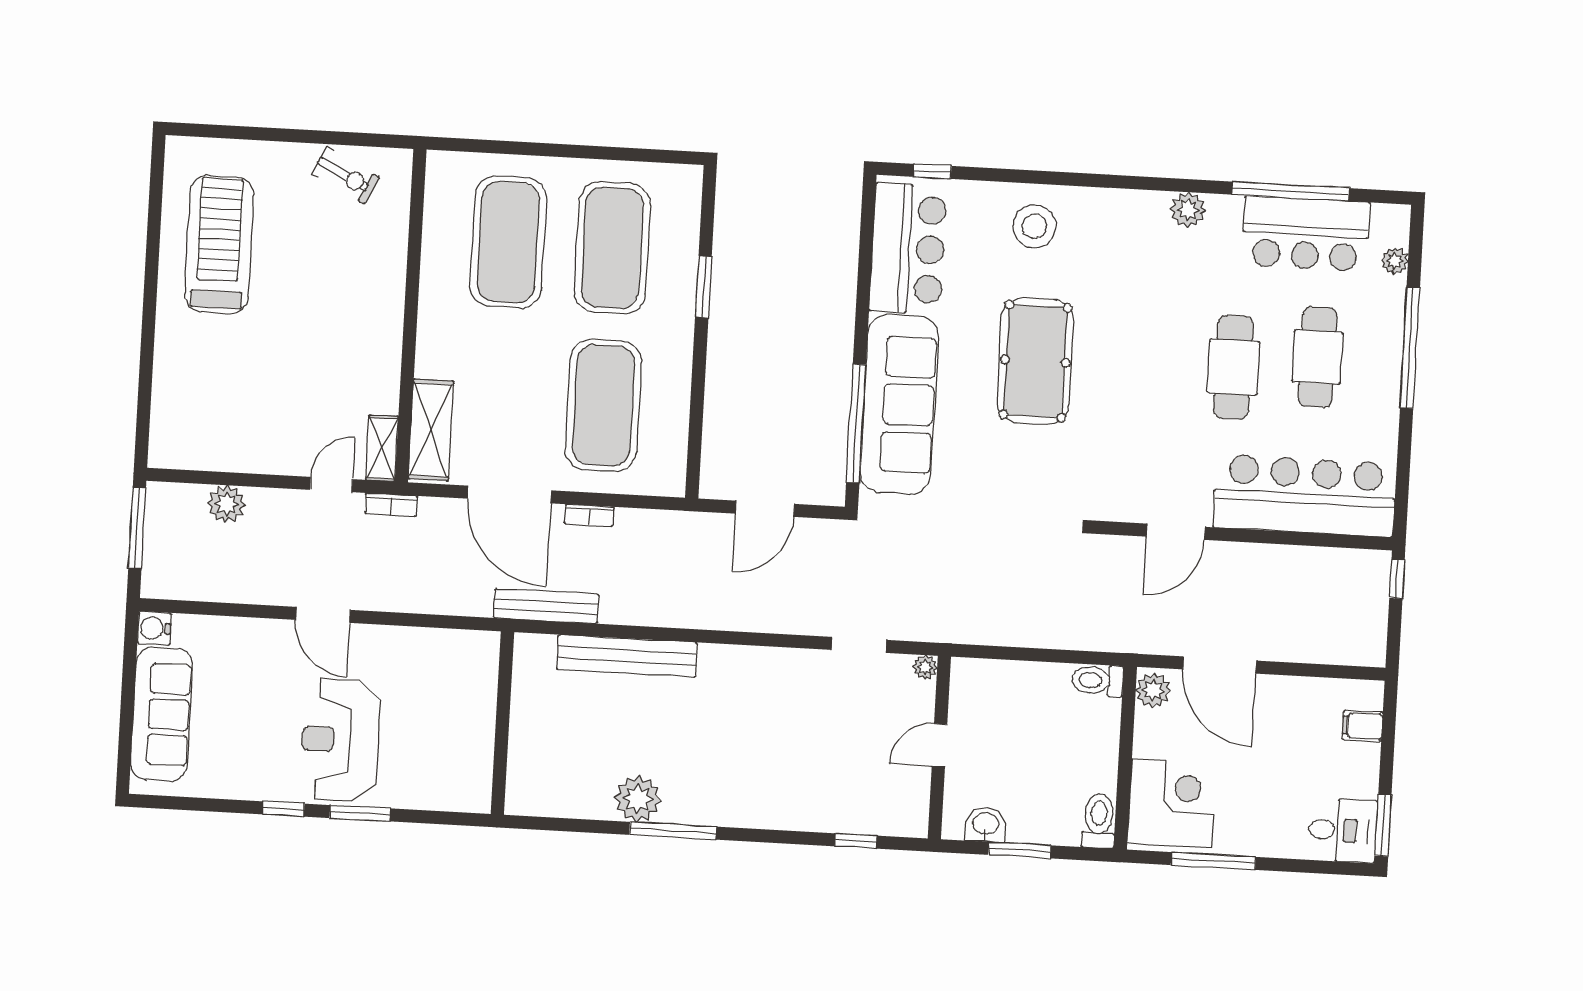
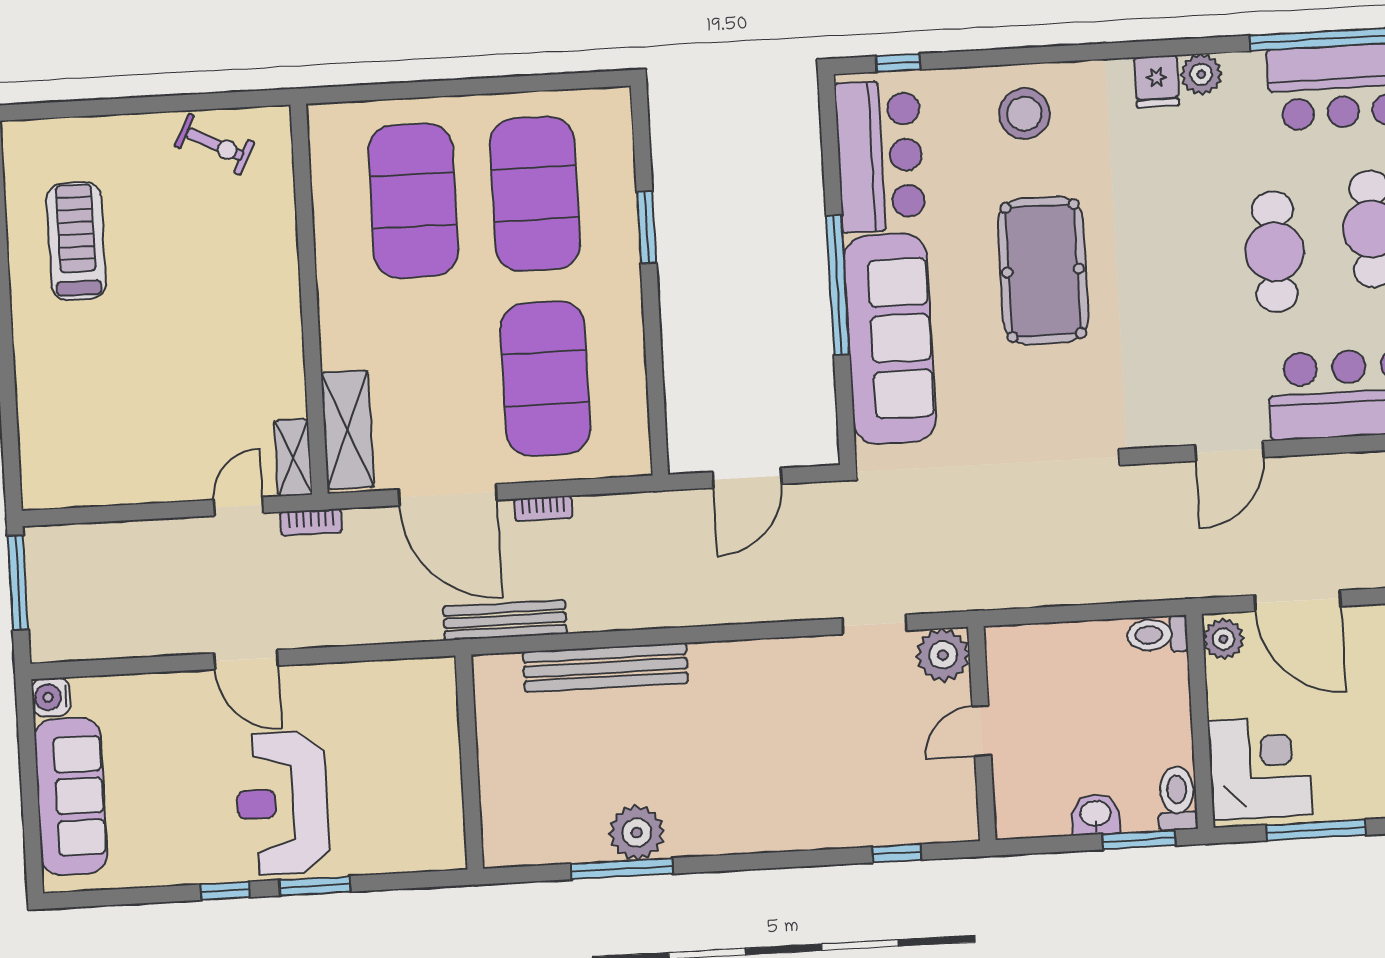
fridge: (1150, 212) -> (1157, 81), added
treadmill: (219, 244) -> (76, 241), width x0.73, depth x0.73
window: (856, 424) -> (838, 285), moved
plant: (227, 504) -> (119, 543), removed
plant: (925, 667) -> (943, 655), width x1.88, depth x1.88
washbasin: (986, 825) -> (1096, 814), moved
window: (673, 831) -> (622, 869), moved
window: (1020, 850) -> (1139, 840), moved

